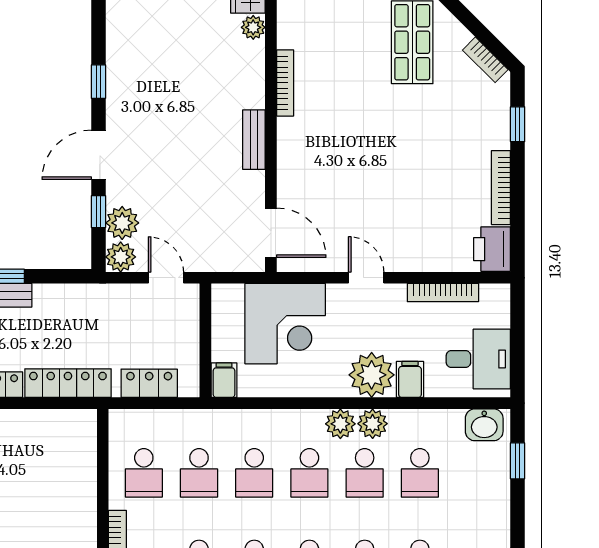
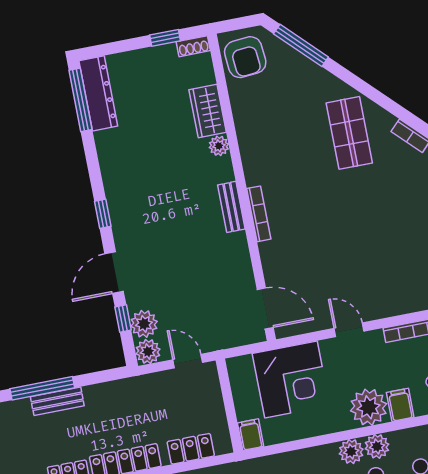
bookcase: (285, 83) -> (259, 214), moved
bench: (254, 140) -> (231, 207), moved

